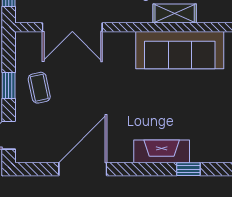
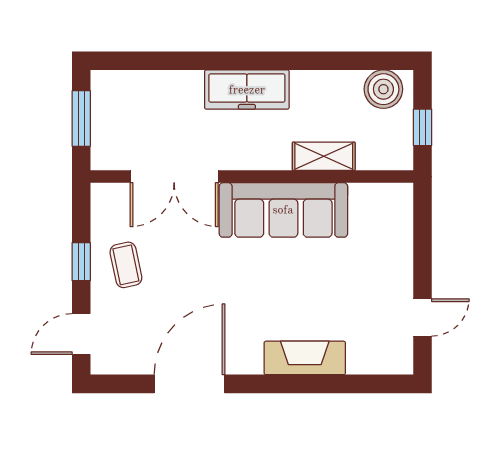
sofa: (180, 50) -> (283, 210), moved
window: (188, 169) -> (344, 384), removed

